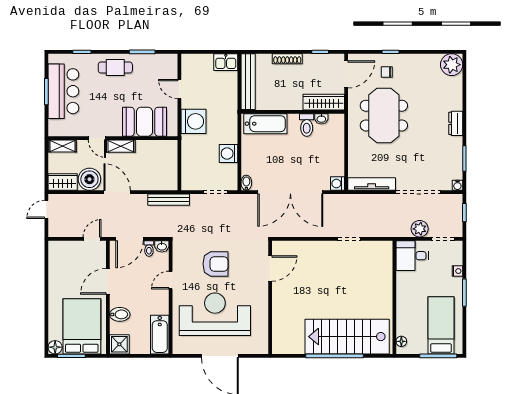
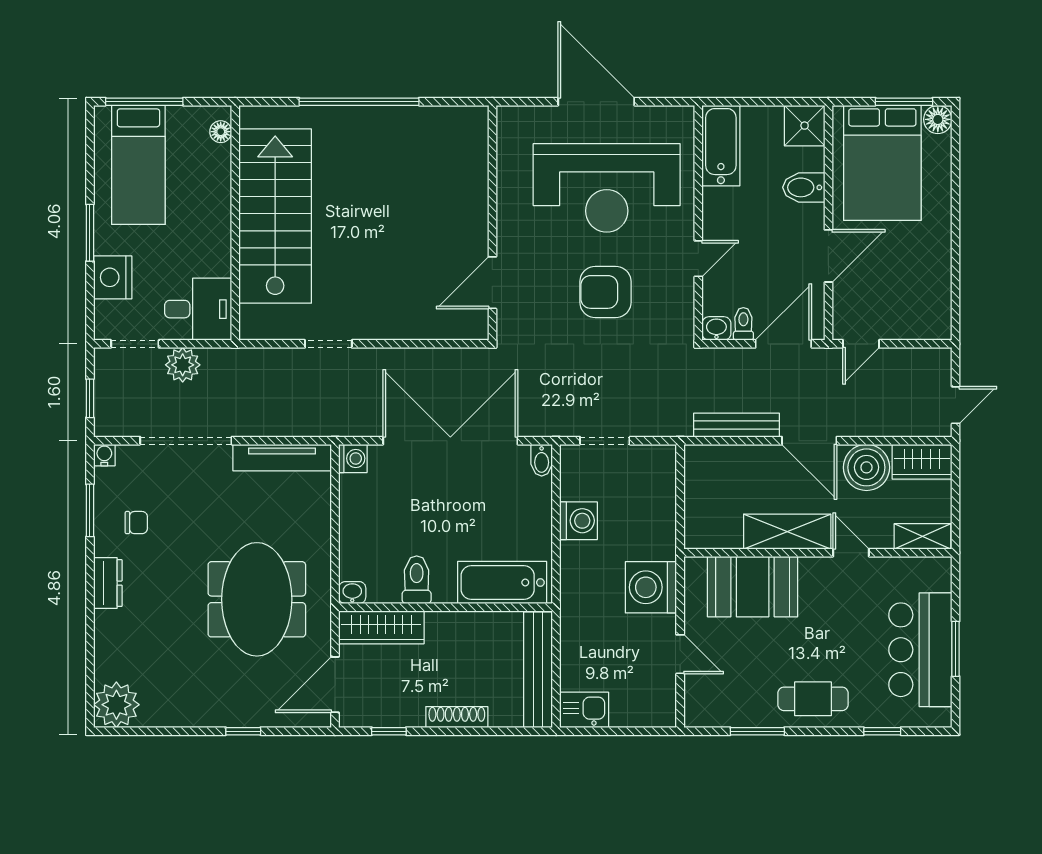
chair: (387, 72) -> (136, 523), moved
washbasin: (321, 119) -> (352, 593), moved
shelving: (121, 146) -> (787, 532), width x1.50, depth x1.33
bench: (169, 200) -> (737, 425), moved
nightstand: (457, 271) -> (113, 277), width x1.89, depth x1.79
stairs: (347, 337) -> (275, 216), moved, turned -90

